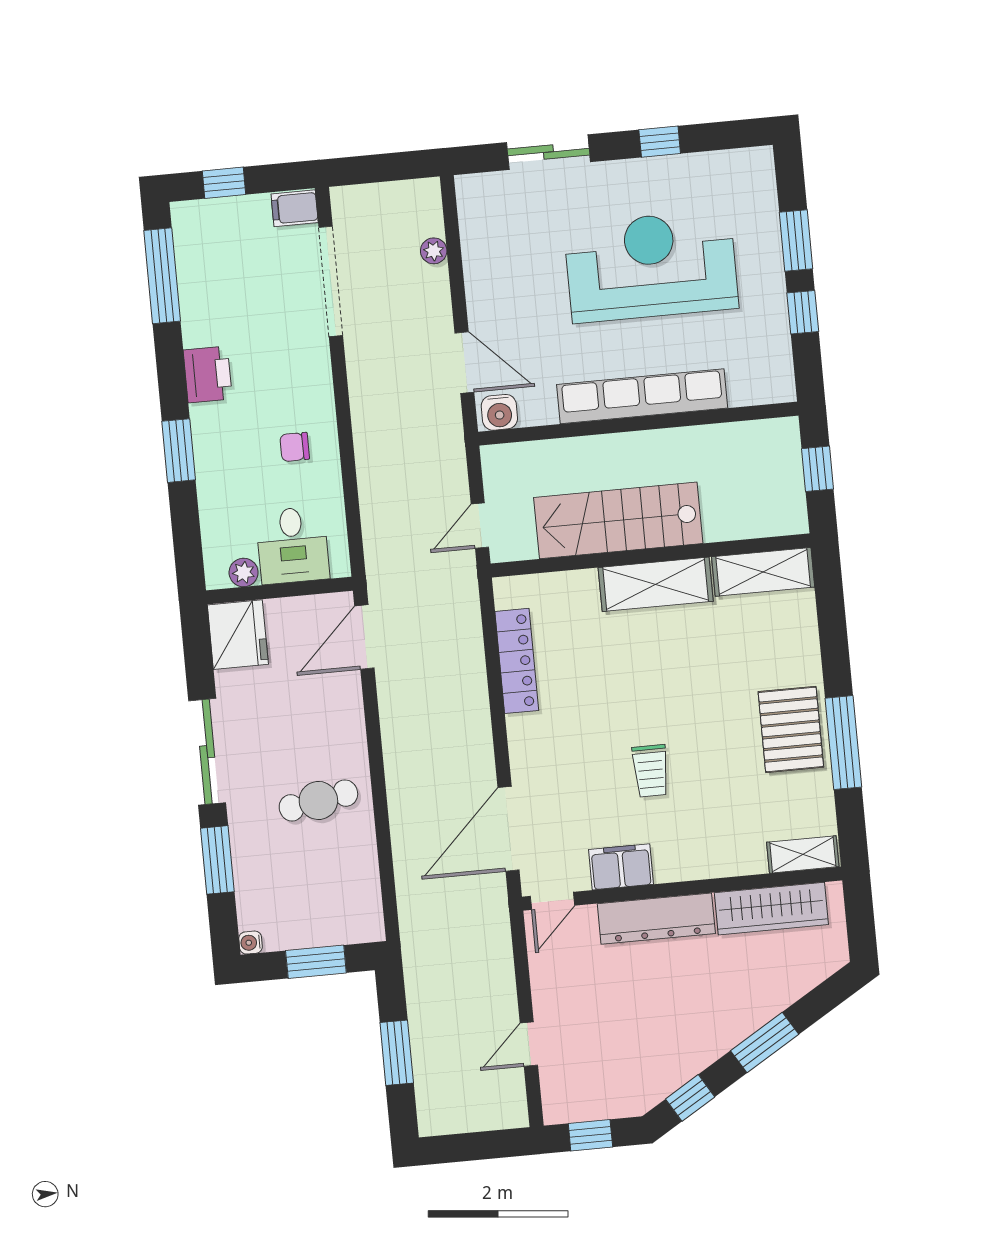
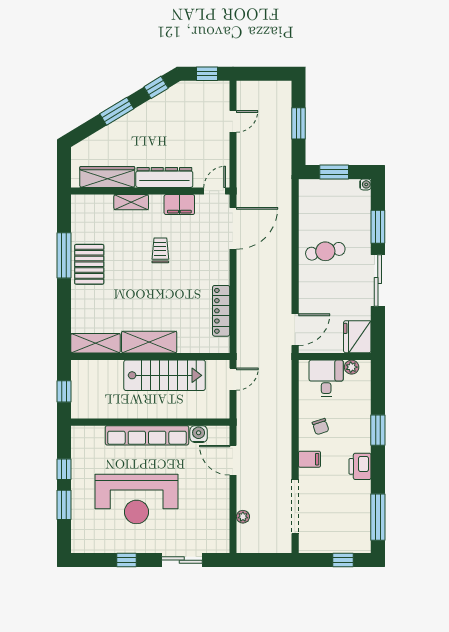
filing cabinet: (295, 208) -> (309, 459), moved
water cooler: (499, 412) -> (199, 434), moved
chair: (295, 447) -> (321, 427), turned 72
shelving: (803, 854) -> (131, 202), moved

